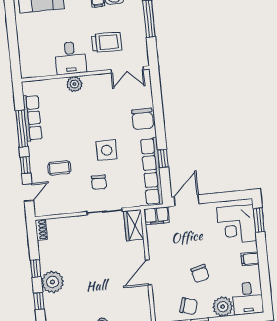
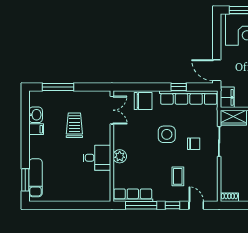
desk: (70, 58) -> (97, 158), moved
double door: (127, 70) -> (112, 110), moved
wall: (85, 74) -> (112, 146), moved
plant: (74, 84) -> (120, 156), moved

